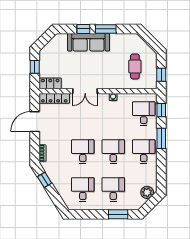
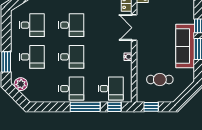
sofa: (88, 42) -> (185, 46), moved
window: (161, 138) -> (85, 107), width x1.44
plant: (147, 192) -> (21, 84), moved

